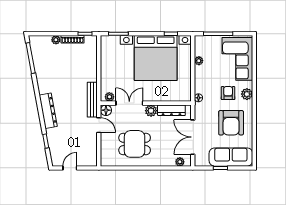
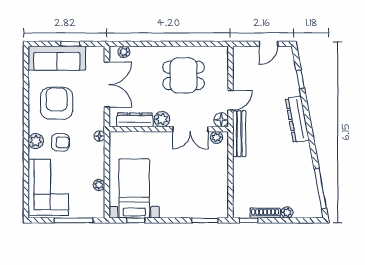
bed with nightstands: (156, 58) -> (134, 188), width x0.54
armchair: (228, 93) -> (60, 142), turned -89
door: (99, 125) -> (231, 100), swing flipped

